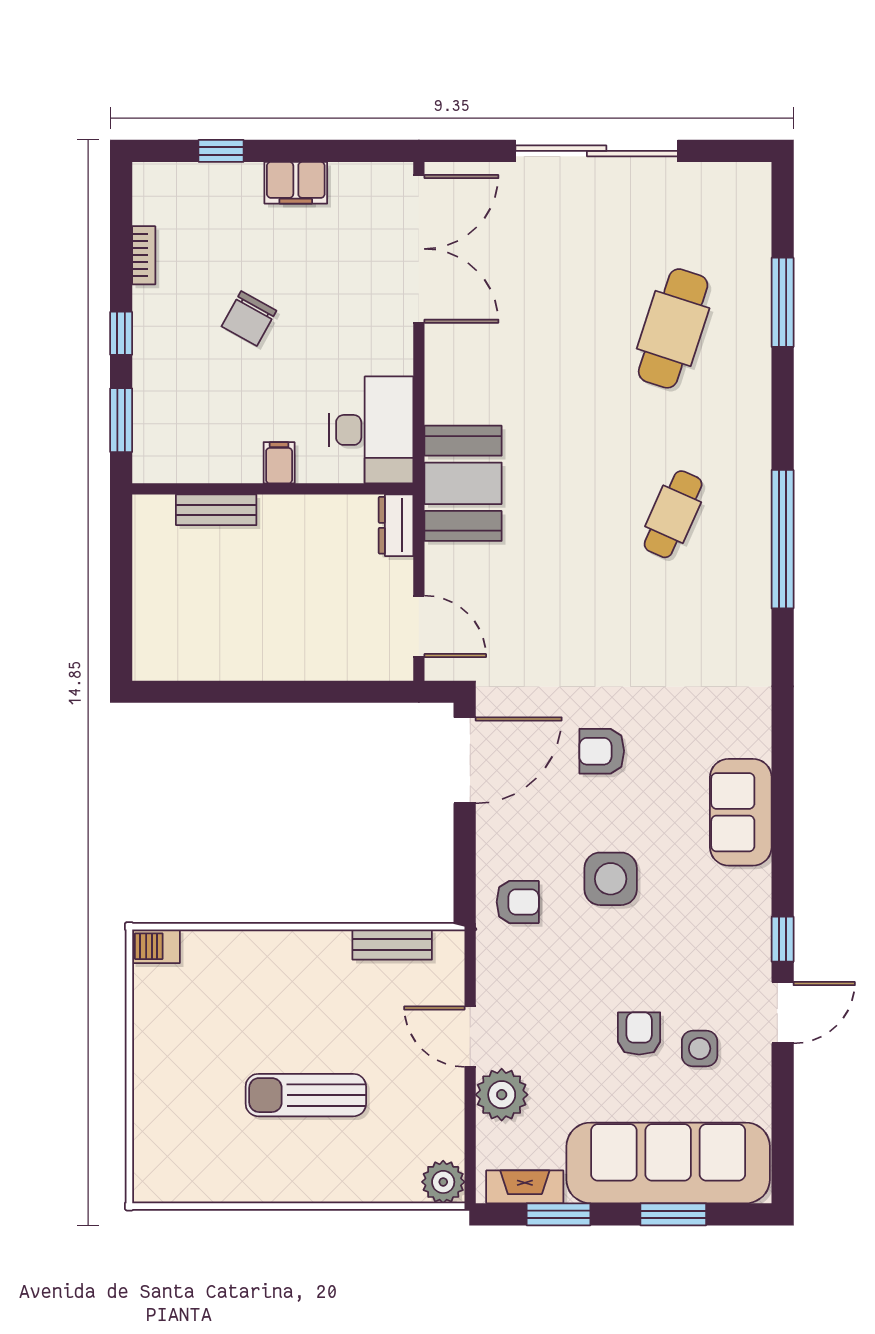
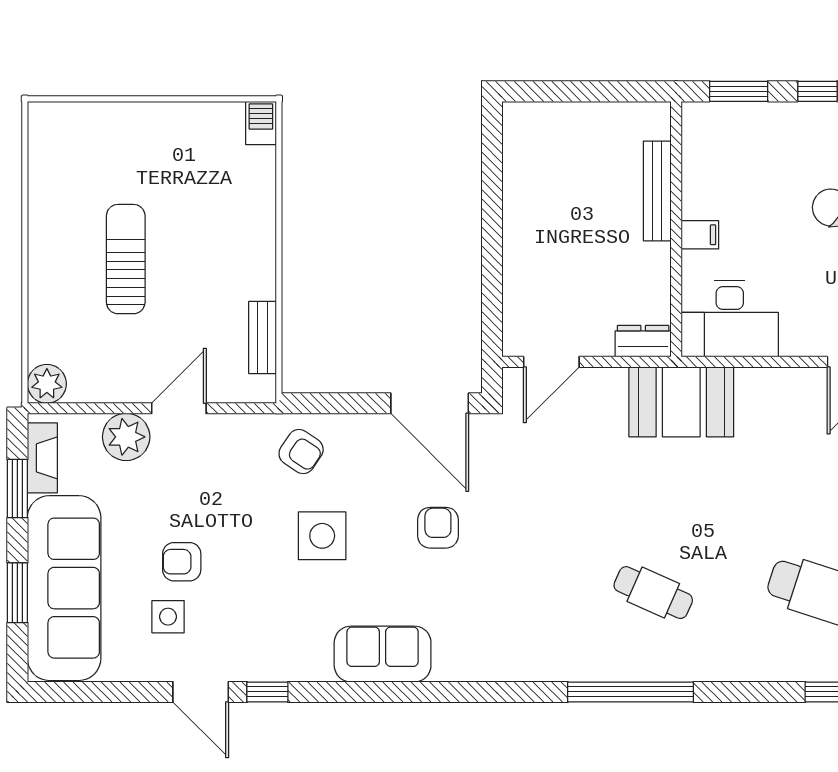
bench: (216, 510) -> (657, 191), width x1.36
armchair: (518, 902) -> (301, 452), turned -56
armchair: (639, 1033) -> (182, 562), turned 180

